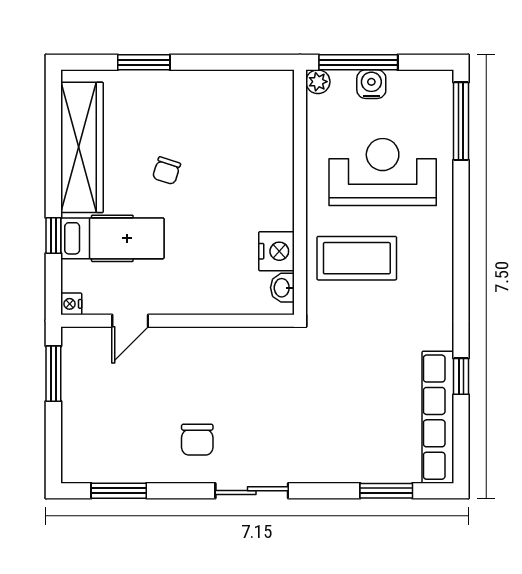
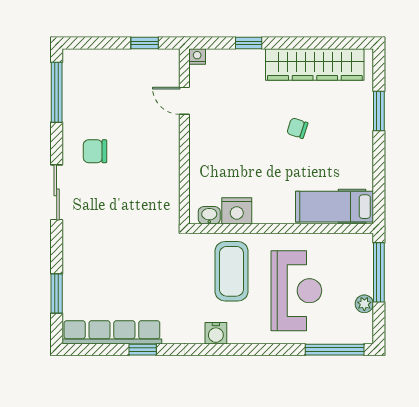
plant: (318, 82) -> (364, 304), moved
water cooler: (371, 84) -> (216, 333), moved, turned 90
hospital bed: (112, 238) -> (334, 207), moved, turned 90
window: (53, 374) -> (145, 43), width x0.67
window: (119, 491) -> (57, 92), width x1.44

